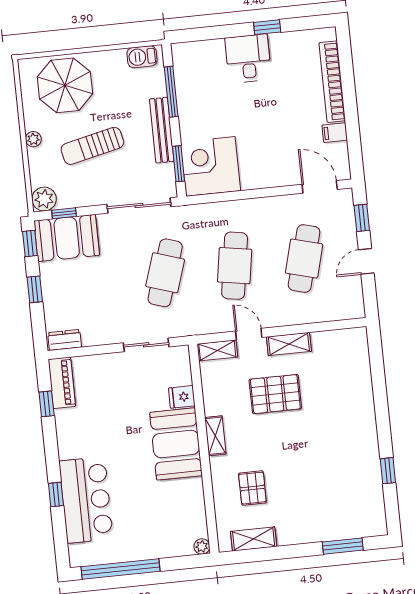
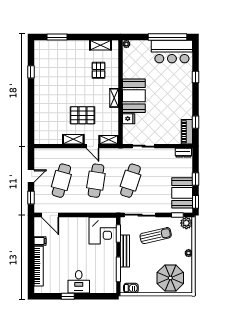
sun lounger: (92, 146) -> (156, 236), moved
booth: (67, 238) -> (182, 193), moved, turned 90
bar counter: (86, 500) -> (172, 52), moved, turned -90

